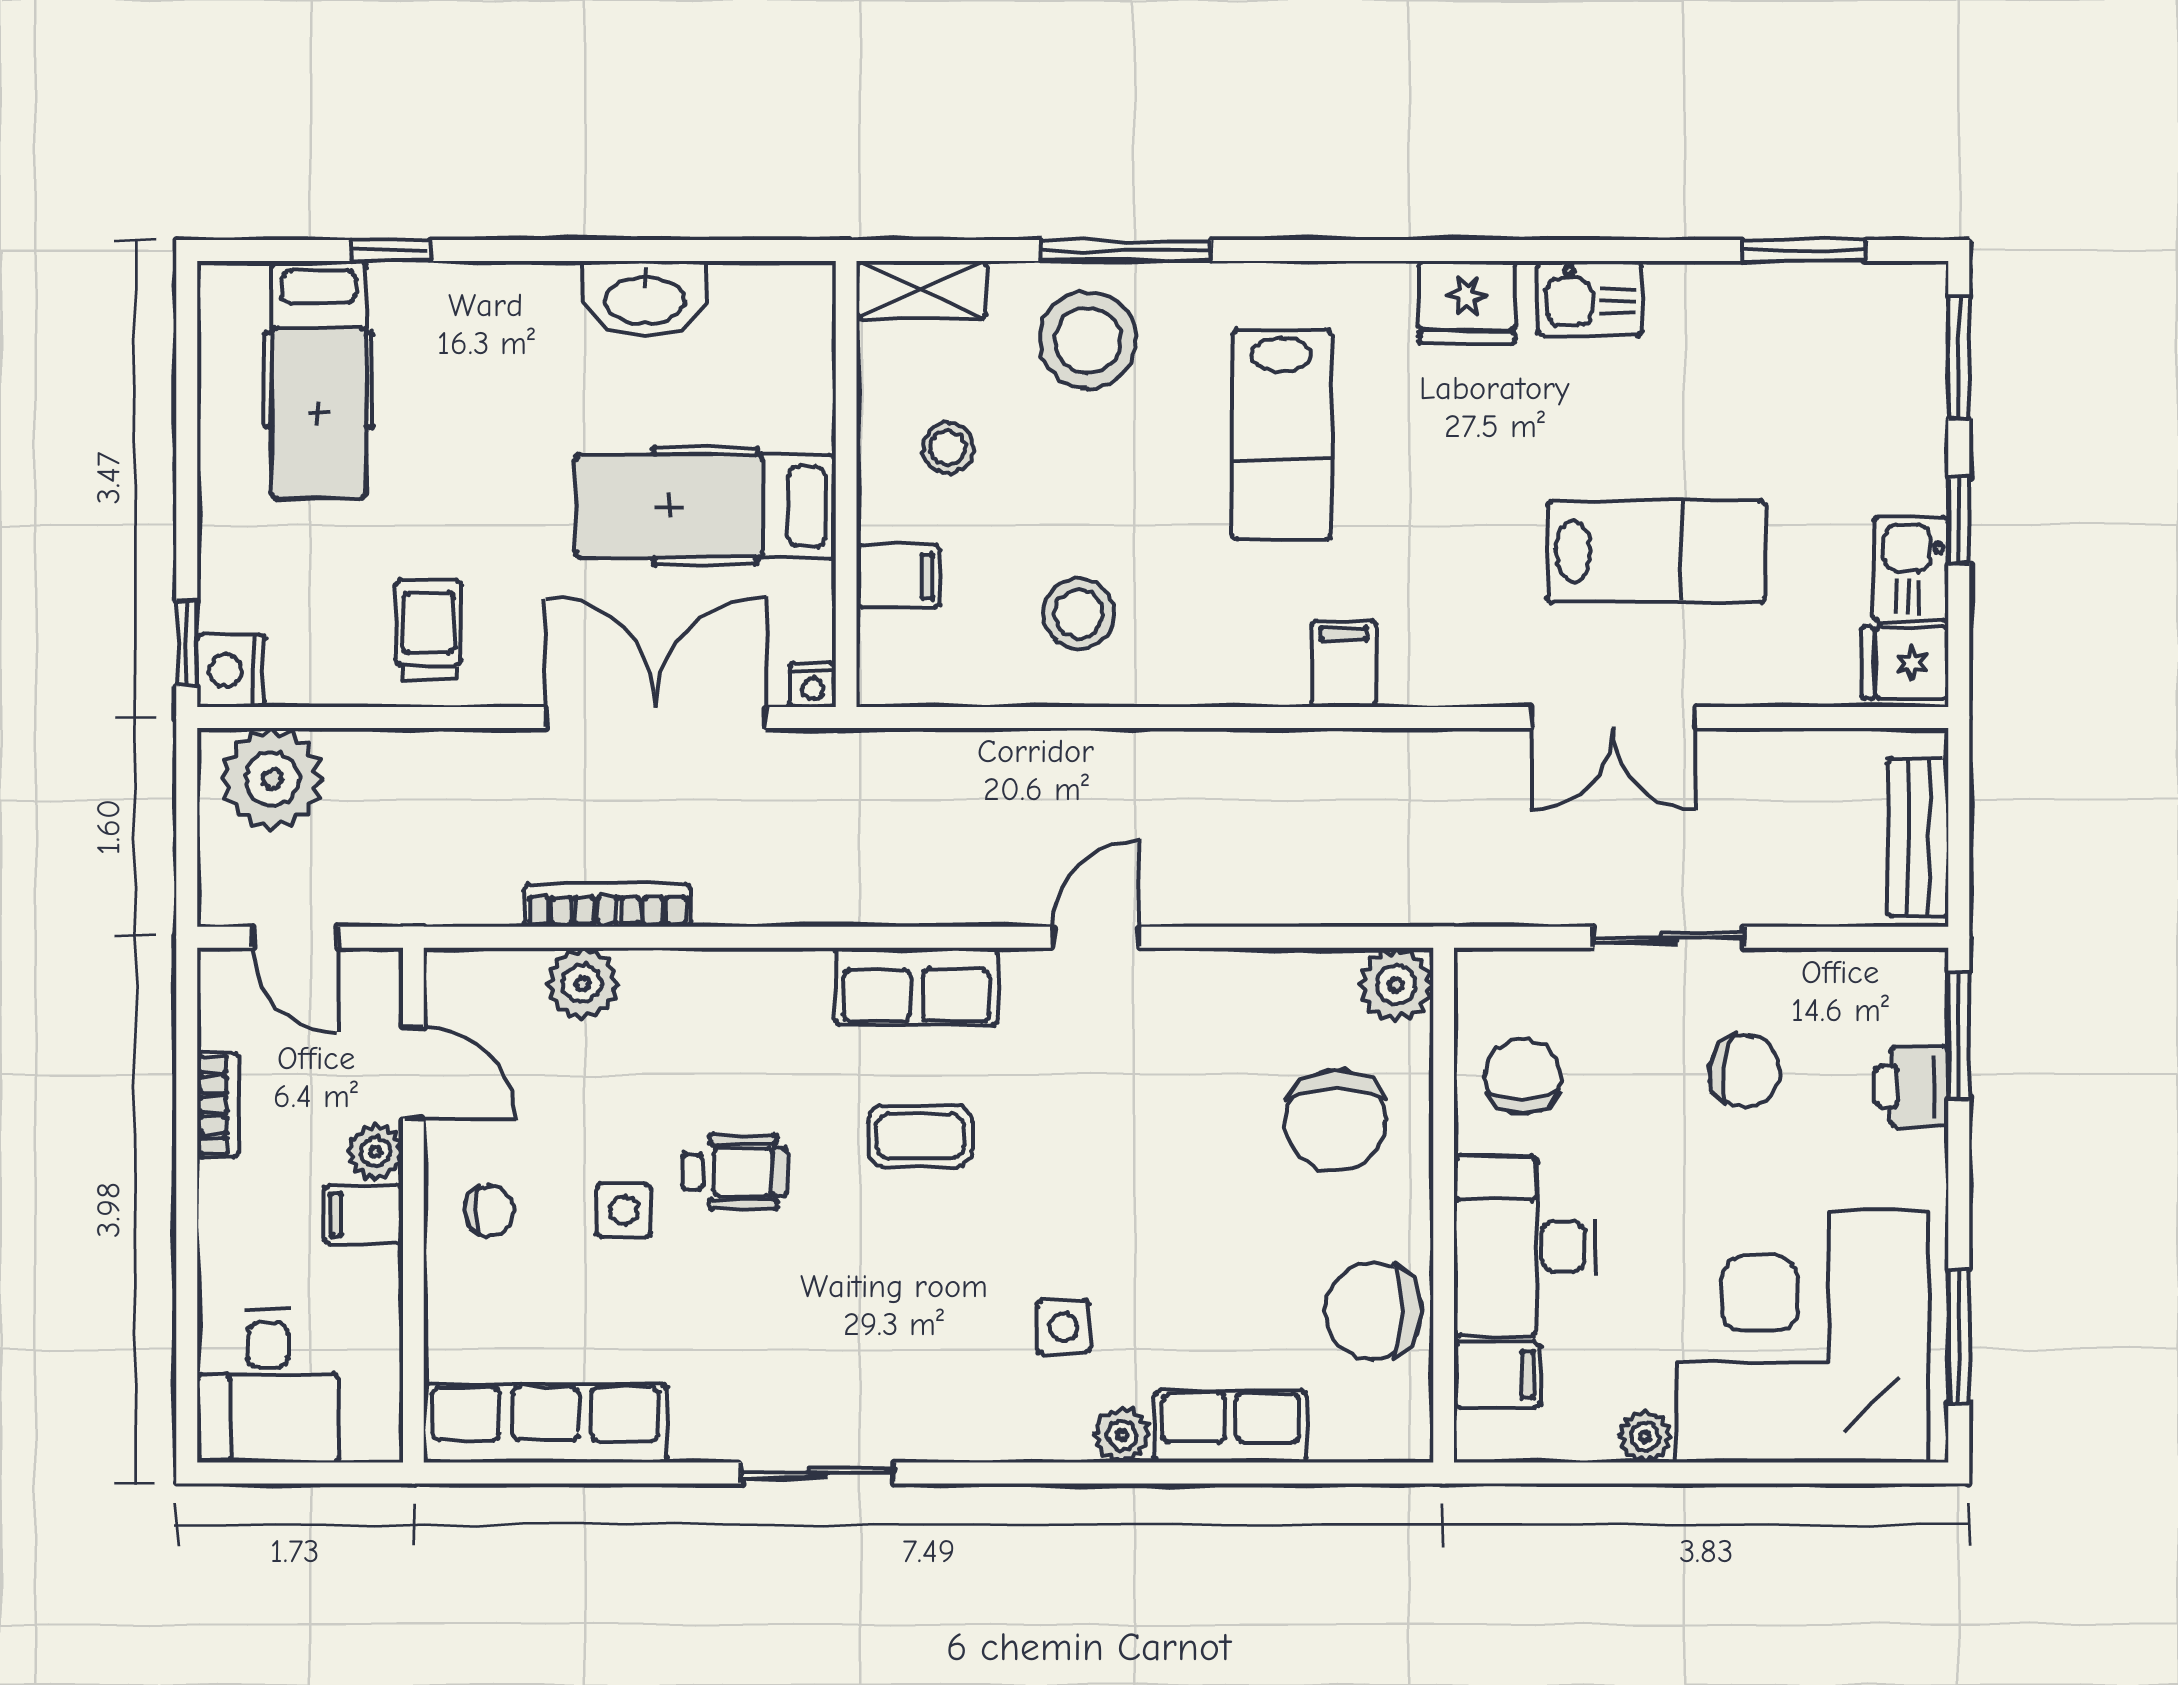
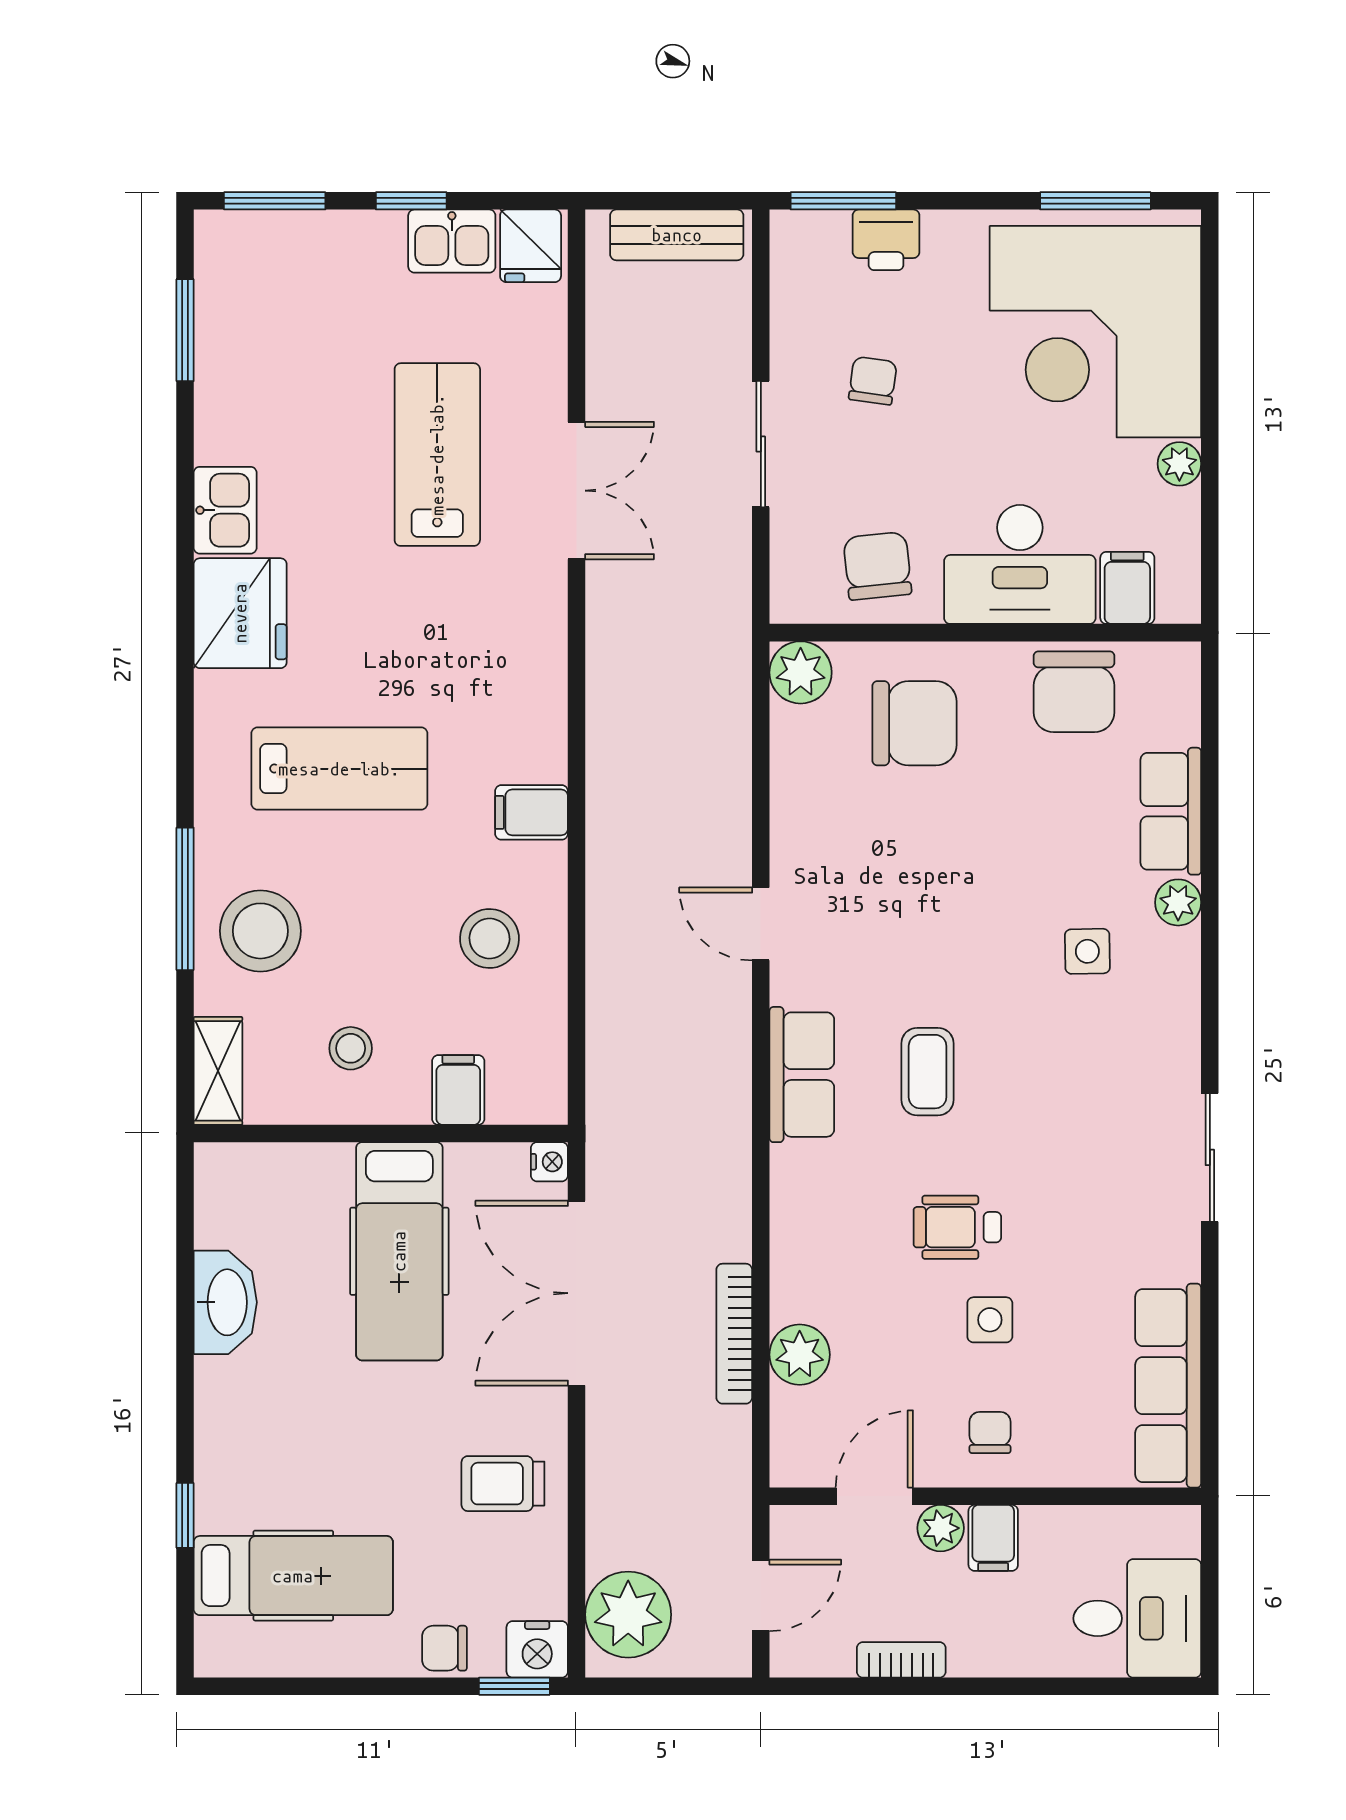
fridge: (1467, 302) -> (240, 613), width x1.36, depth x1.34
chair: (232, 560) -> (444, 1648), added
filing cabinet: (1344, 664) -> (531, 812), moved
chair: (1744, 1071) -> (873, 381), width x0.73, depth x0.73
chair: (1523, 1076) -> (877, 566), turned 84
wheelchair: (734, 1172) -> (957, 1227), turned -90

